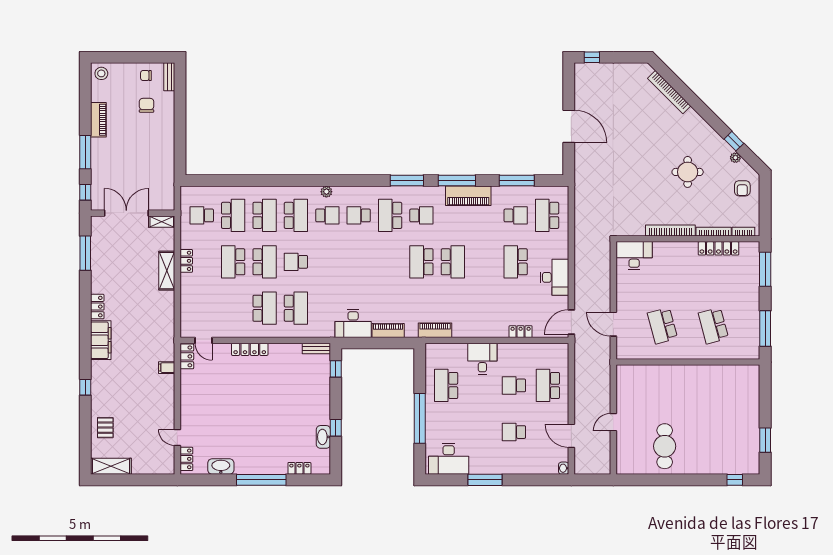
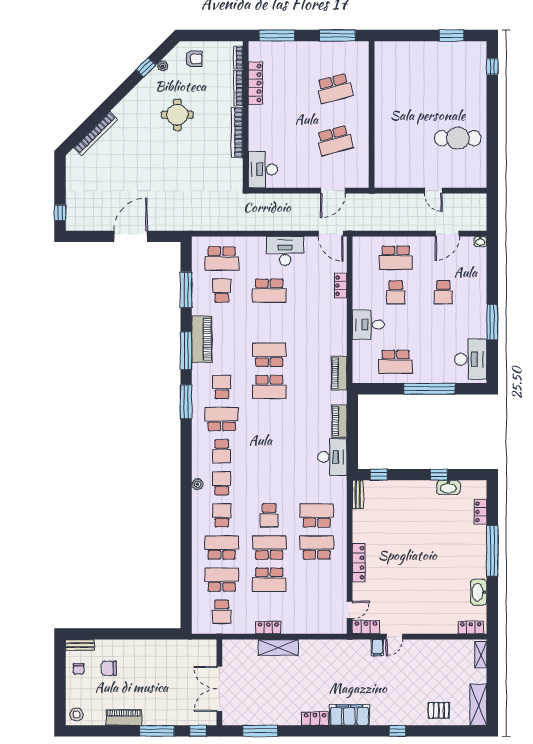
school desk: (296, 215) -> (222, 515), width x0.54
school desk: (390, 215) -> (222, 419), turned 180
shelving: (162, 222) -> (481, 655), moved
door: (177, 437) -> (394, 637), moved

